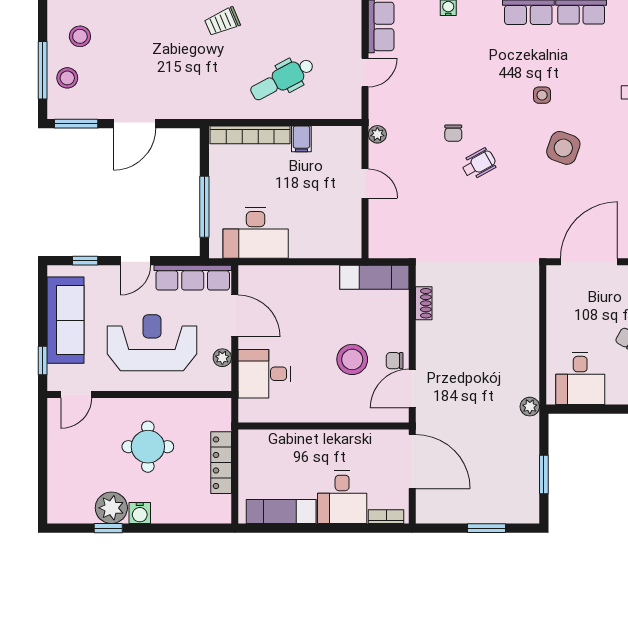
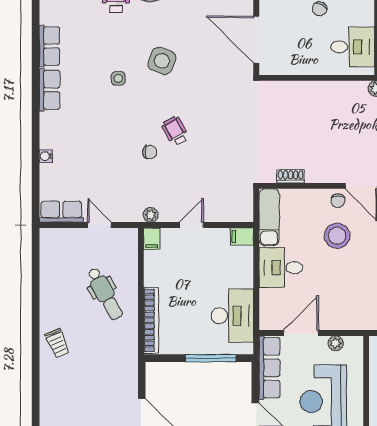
filing cabinet: (301, 139) -> (152, 239), moved, turned 90
filing cabinet: (351, 245) -> (242, 236), added
desk: (264, 374) -> (281, 268), moved, turned 90

